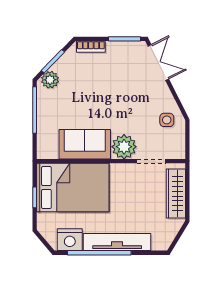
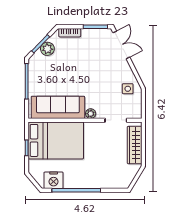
plant: (50, 80) -> (47, 49), moved
sofa: (85, 144) -> (58, 107), width x1.36
plant: (124, 147) -> (91, 114), width x0.53, depth x0.53
tv unit: (117, 242) -> (90, 182), removed

